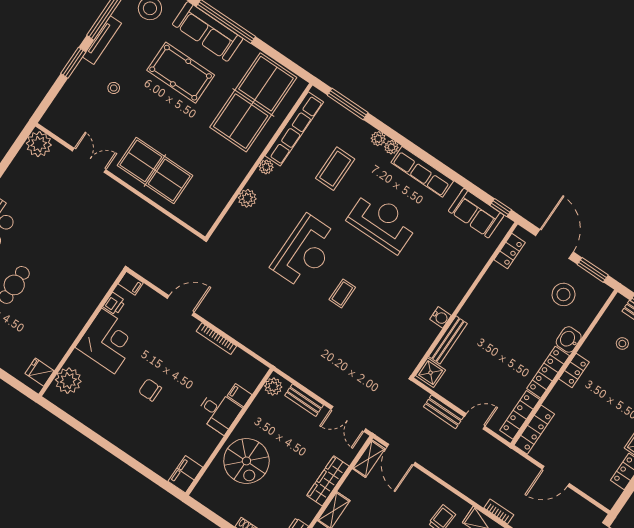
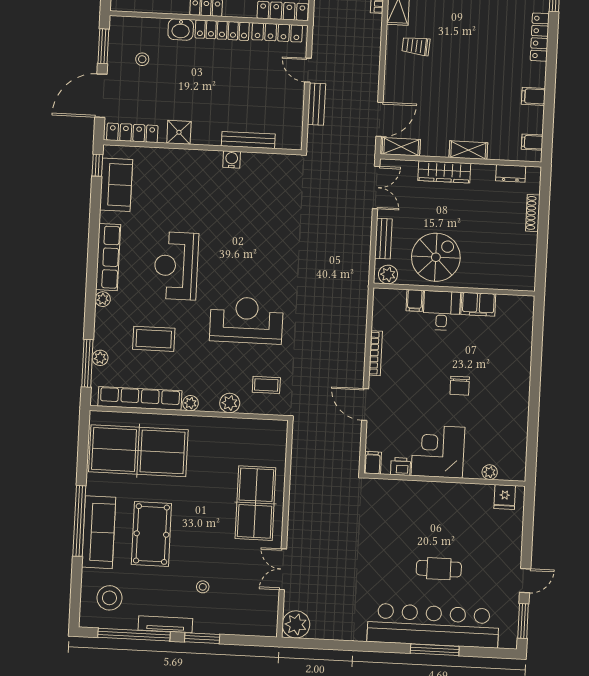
plant: (378, 139) -> (100, 358), moved
locker: (510, 251) -> (132, 133), width x1.53
coffee table: (342, 293) -> (266, 385), moved
stool: (564, 294) -> (142, 59), width x0.53, depth x0.53
shower: (431, 373) -> (179, 132), moved
plant: (68, 381) -> (490, 472), width x0.53, depth x0.53
spiral stairs: (246, 461) -> (436, 257), moved
filing cabinet: (185, 474) -> (478, 304), moved

